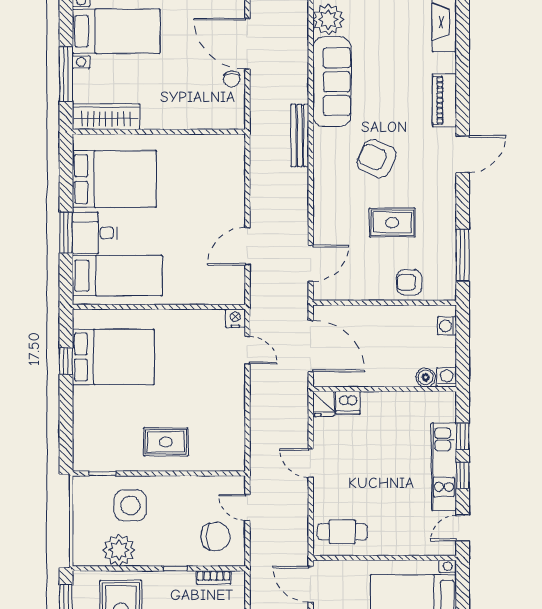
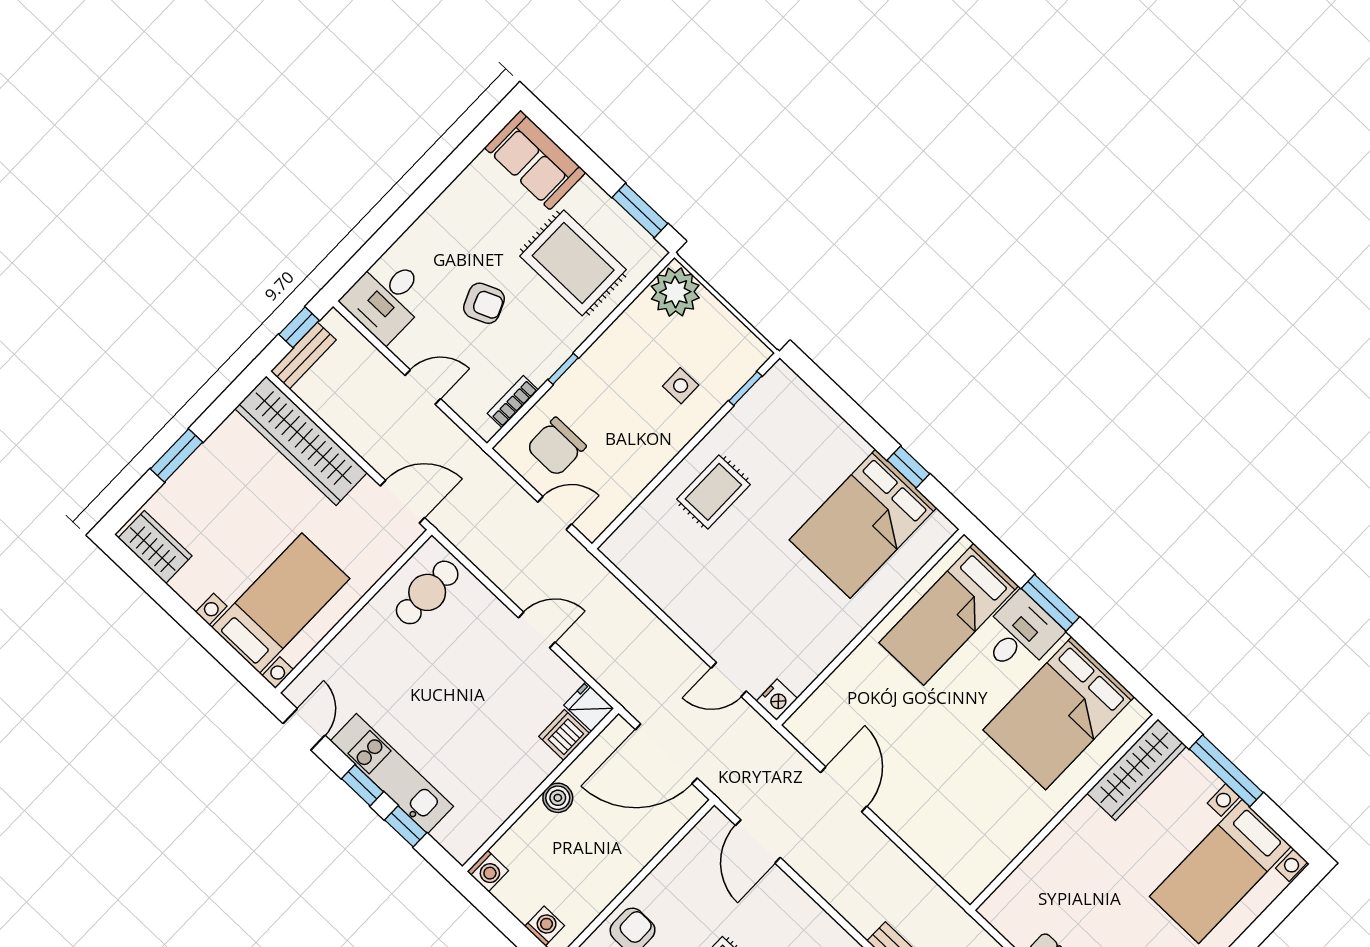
boiler: (426, 377) -> (558, 798), moved
side table: (130, 505) -> (681, 386), width x0.54, depth x0.54
plant: (119, 550) -> (675, 292), moved

